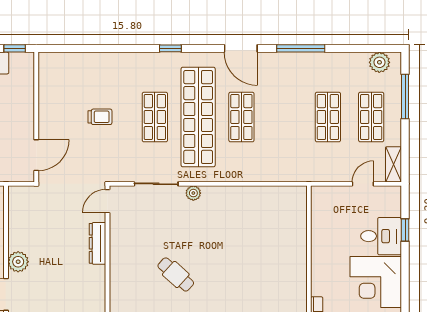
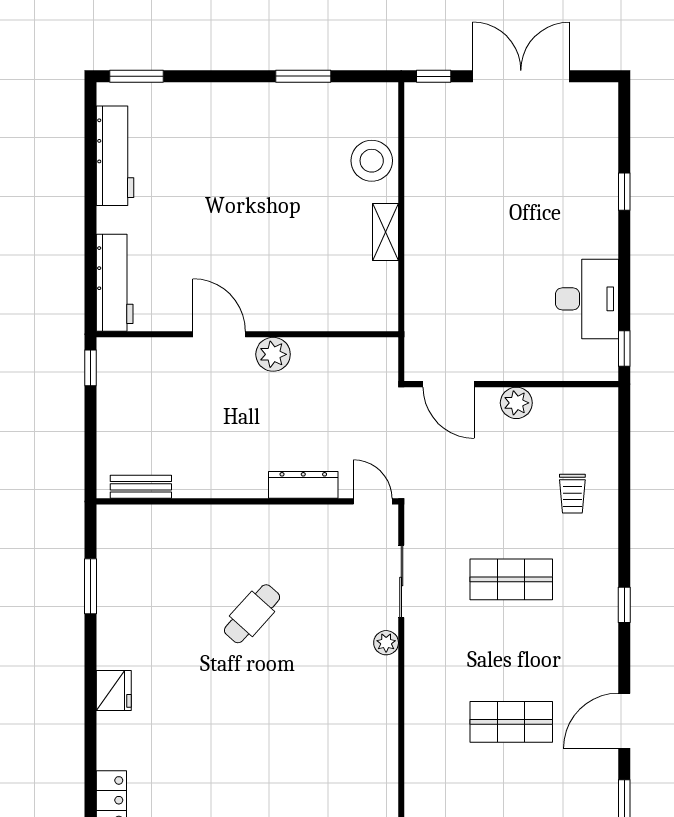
plant: (48, 114) -> (516, 403), added
trolley: (100, 117) -> (572, 494), moved
shop shelf: (198, 117) -> (511, 651), removed

